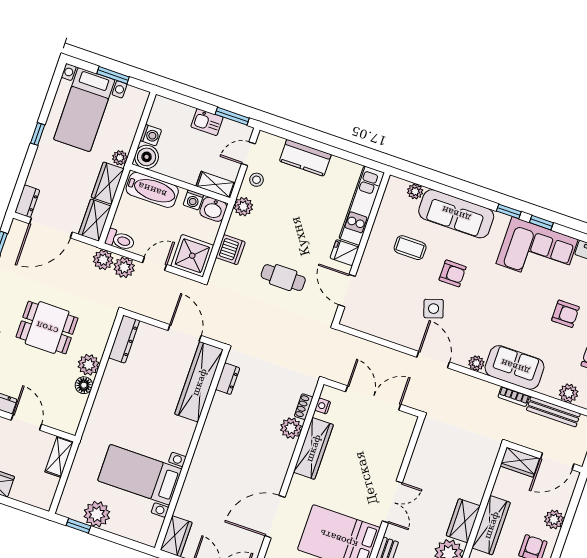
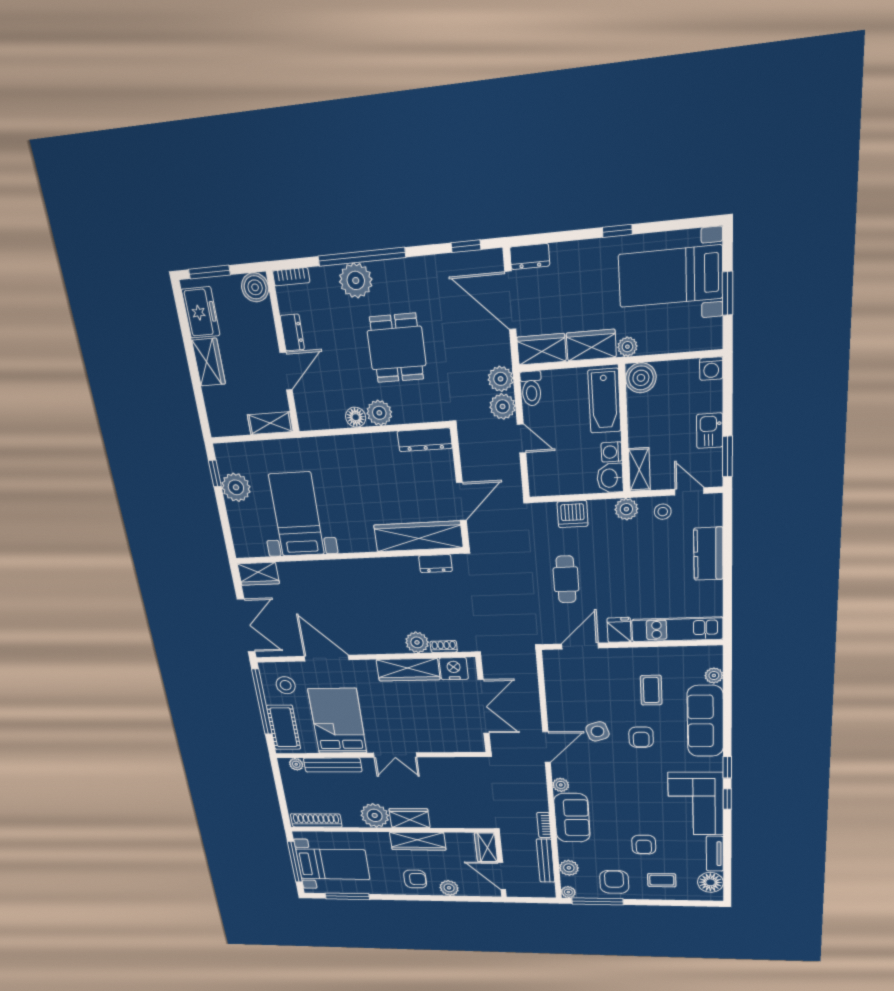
washing machine: (151, 135) -> (711, 369), moved
shower: (192, 256) -> (548, 476), removed
nightstand: (323, 406) -> (454, 669), width x1.89, depth x1.79

